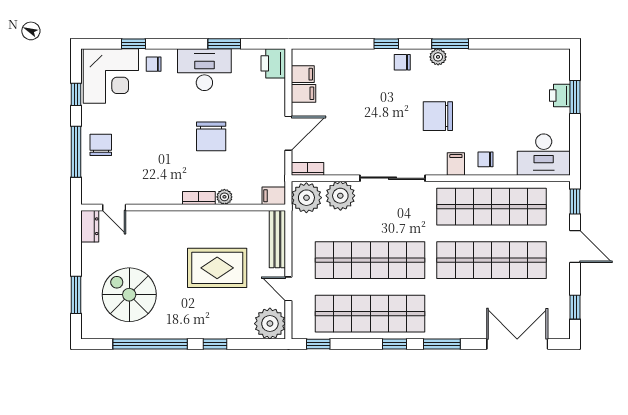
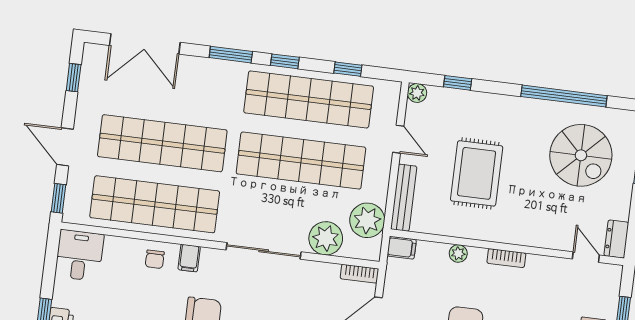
desk: (544, 155) -> (79, 255), width x0.73
chair: (485, 159) -> (155, 259), turned 90
bookcase: (199, 198) -> (506, 258), moved
plant: (306, 198) -> (367, 220), moved
rug: (217, 268) -> (477, 173), turned 90
plant: (270, 324) -> (417, 93), width x0.53, depth x0.53
window: (215, 344) -> (458, 83), moved
window: (318, 344) -> (348, 69), moved

